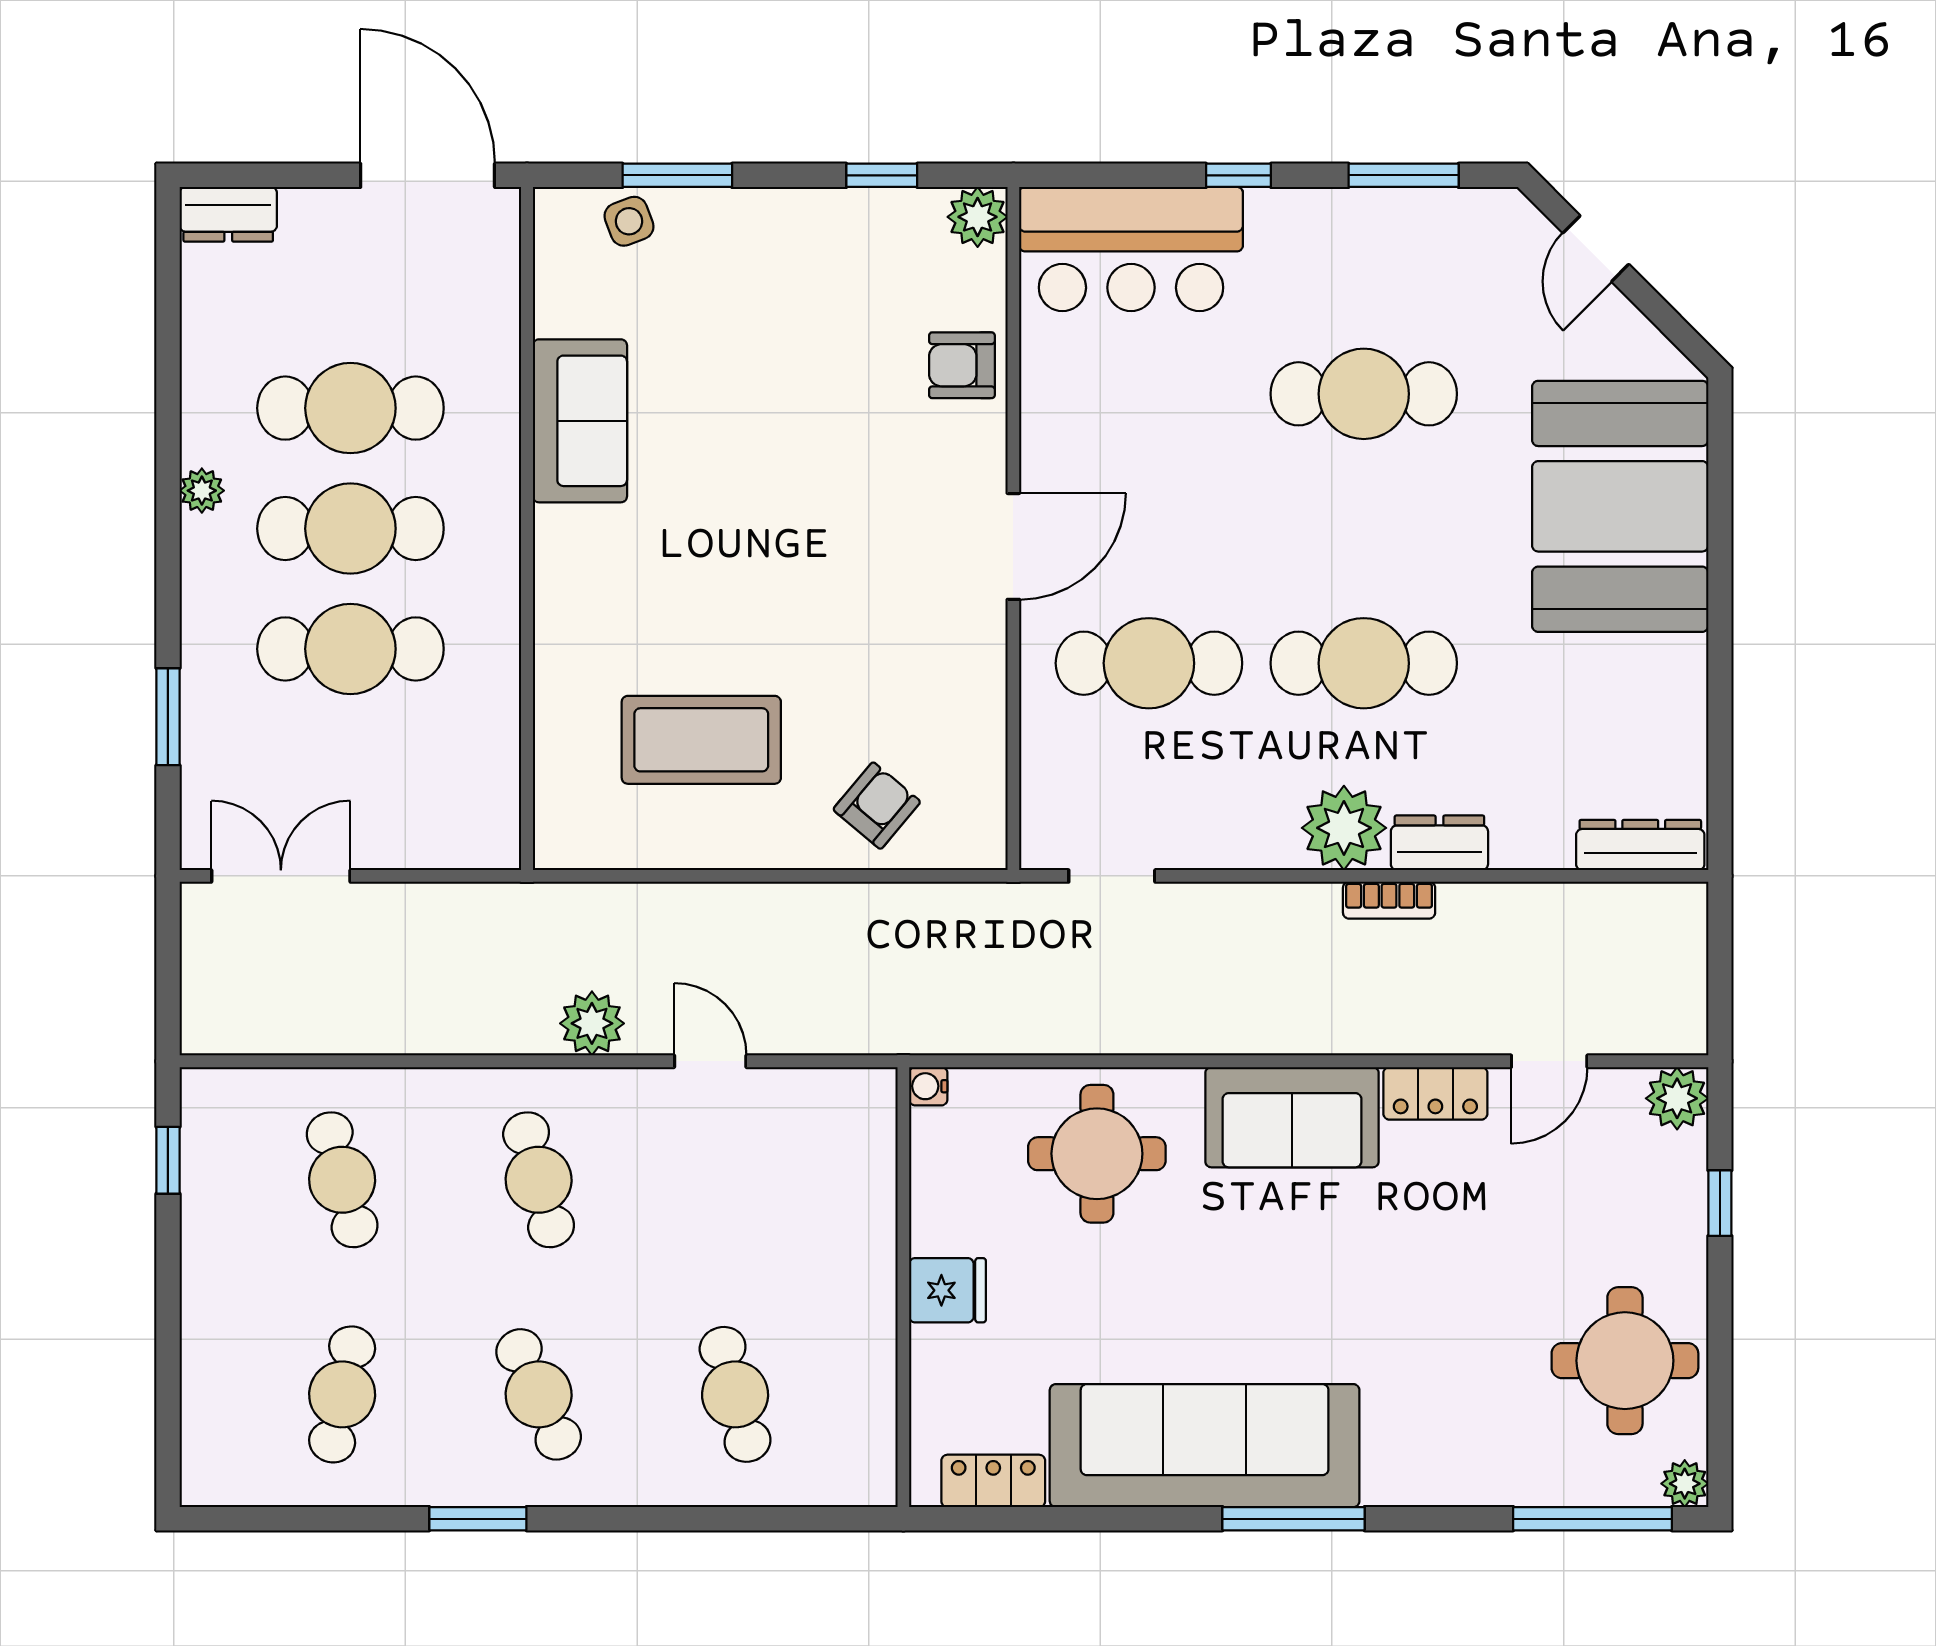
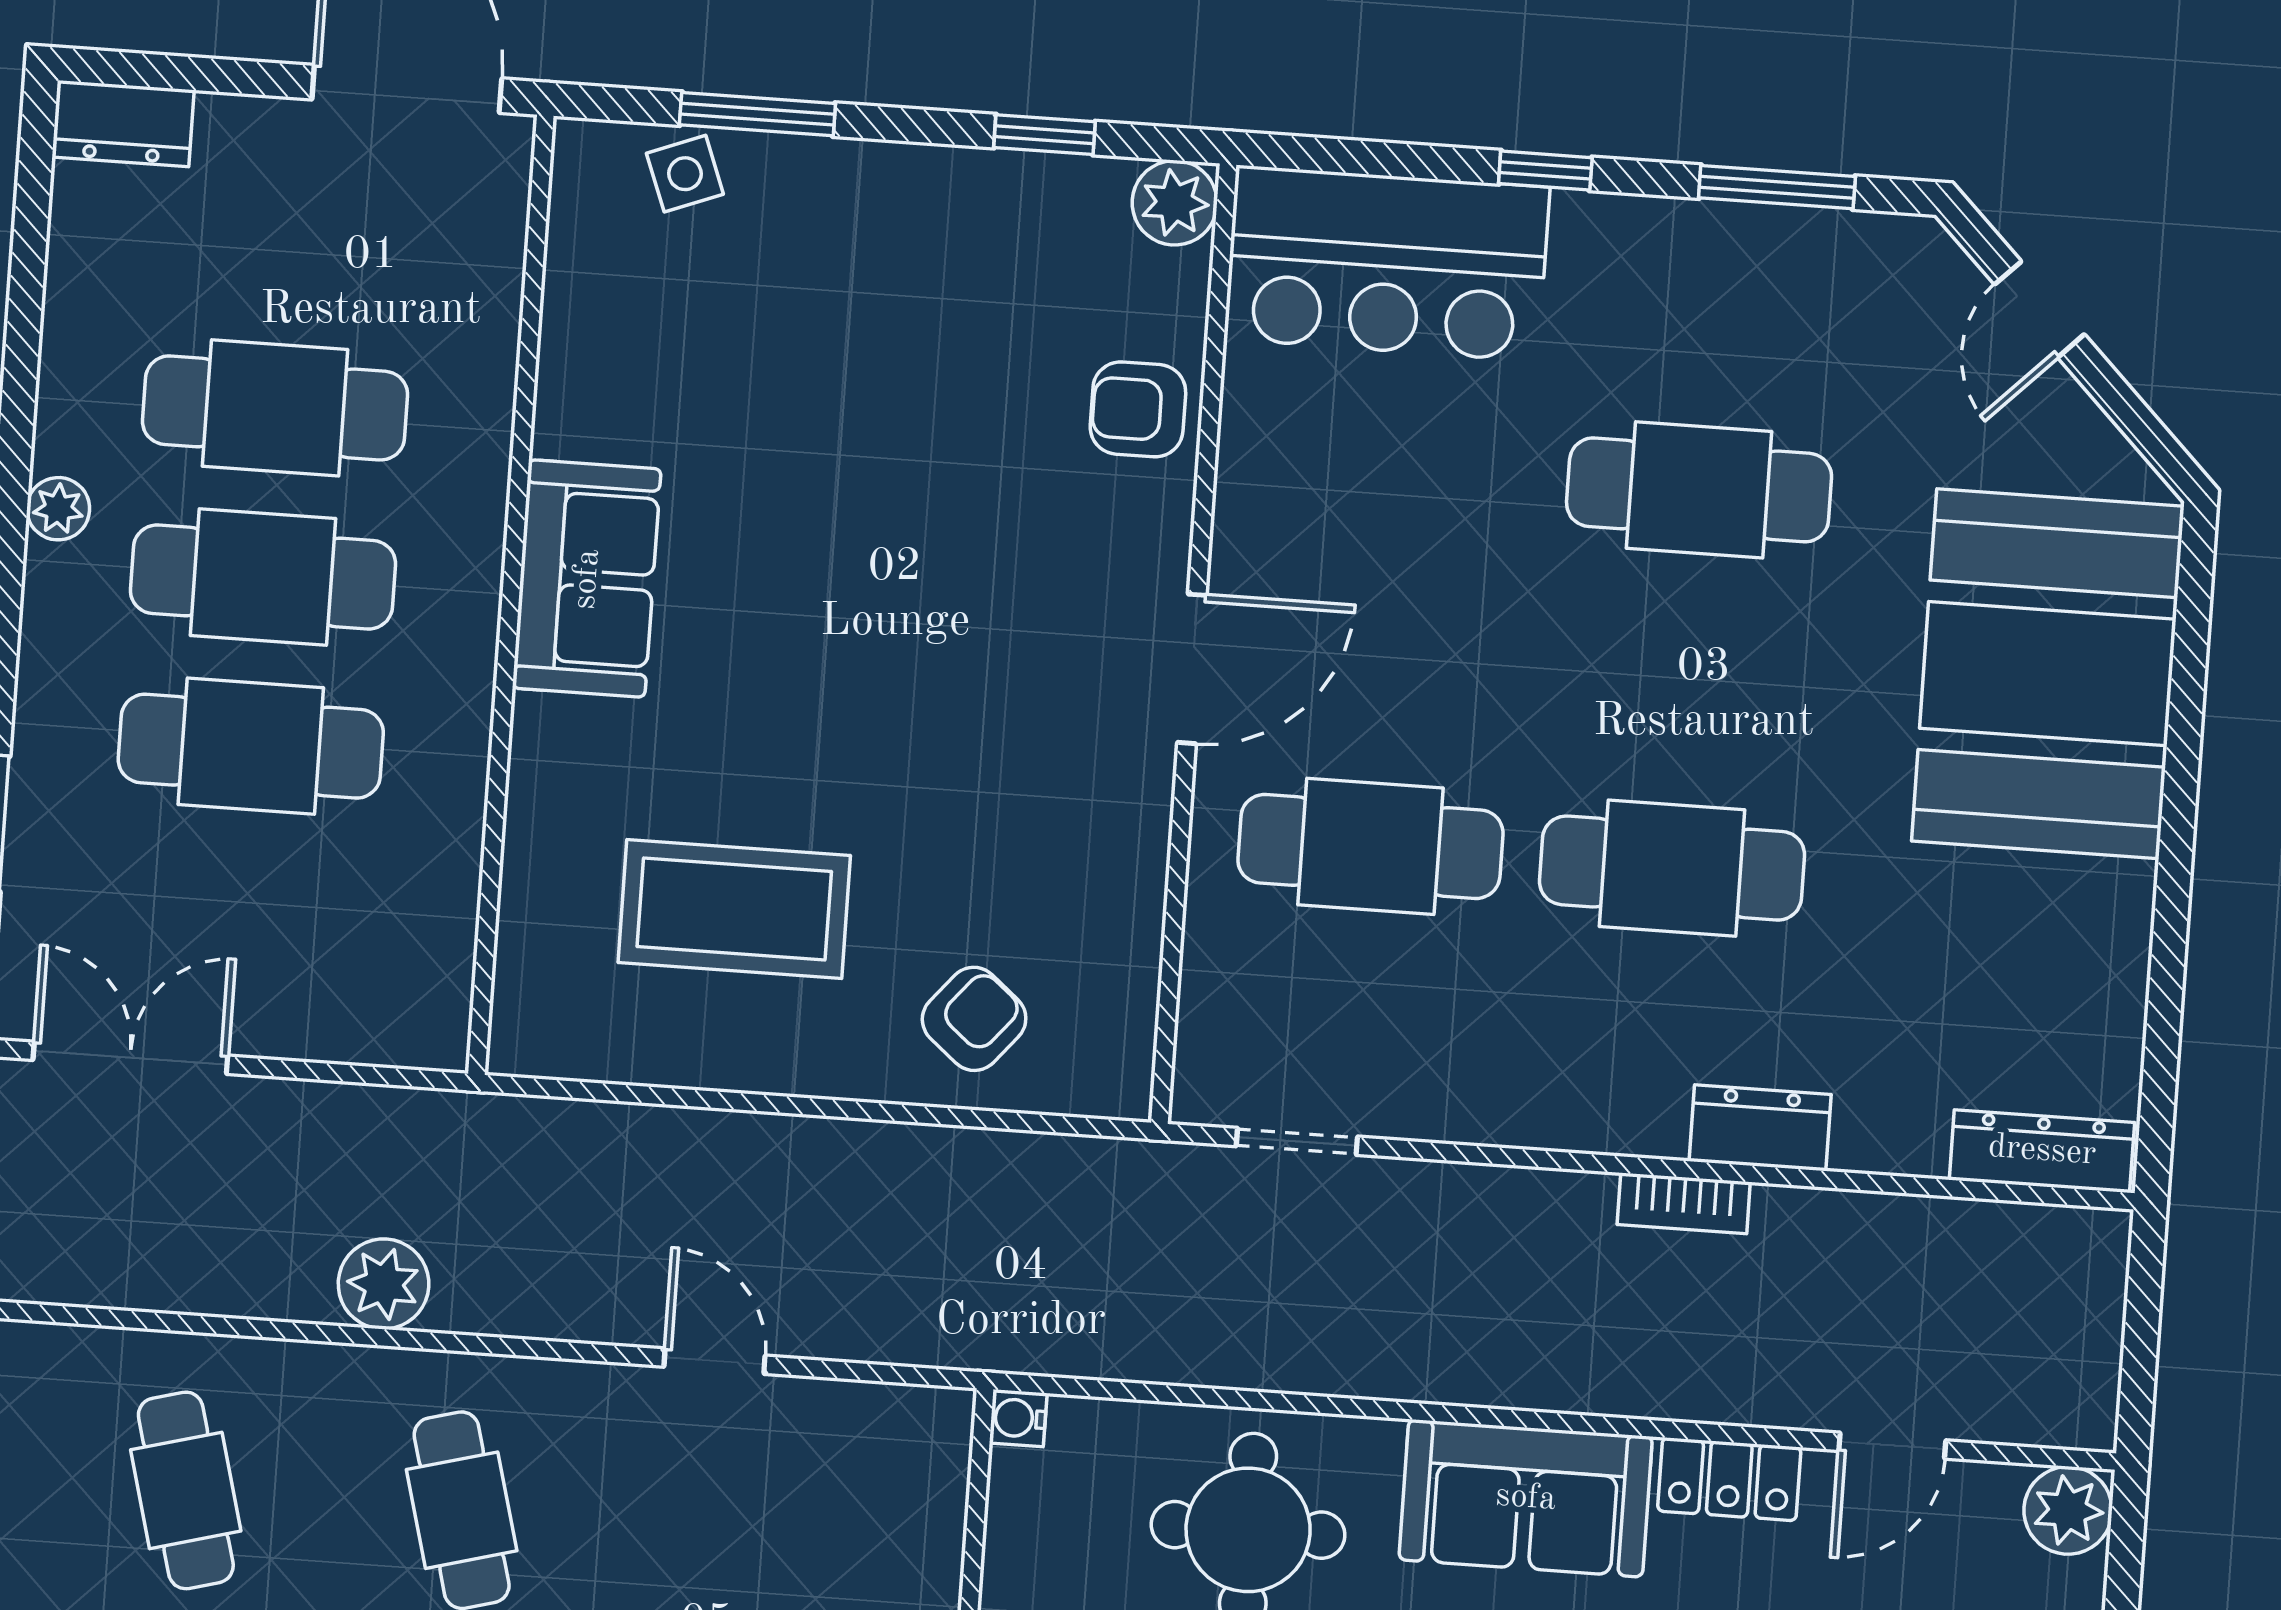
sofa: (580, 421) -> (587, 579), moved
plant: (1344, 828) -> (1628, 1097), removed
plant: (592, 1023) -> (384, 1284), moved

